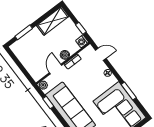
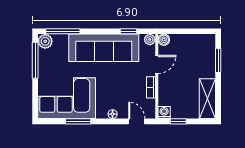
door: (101, 54) -> (137, 121), swing flipped
boiler: (65, 55) -> (164, 40), moved
door: (56, 69) -> (157, 64), hinge flipped

